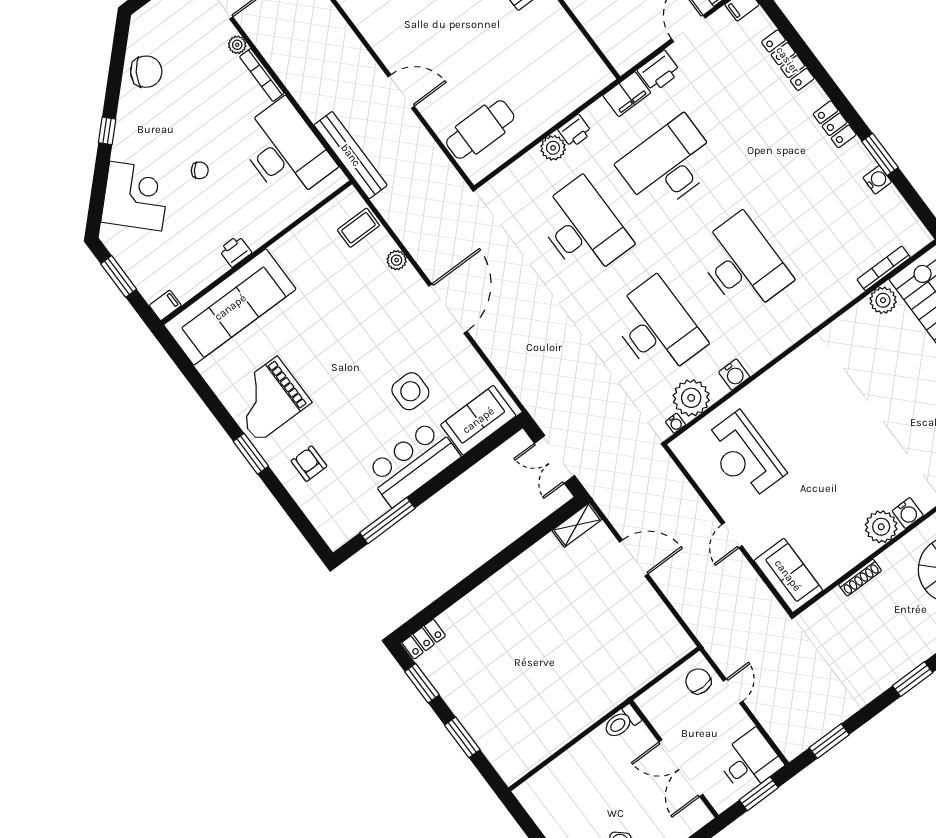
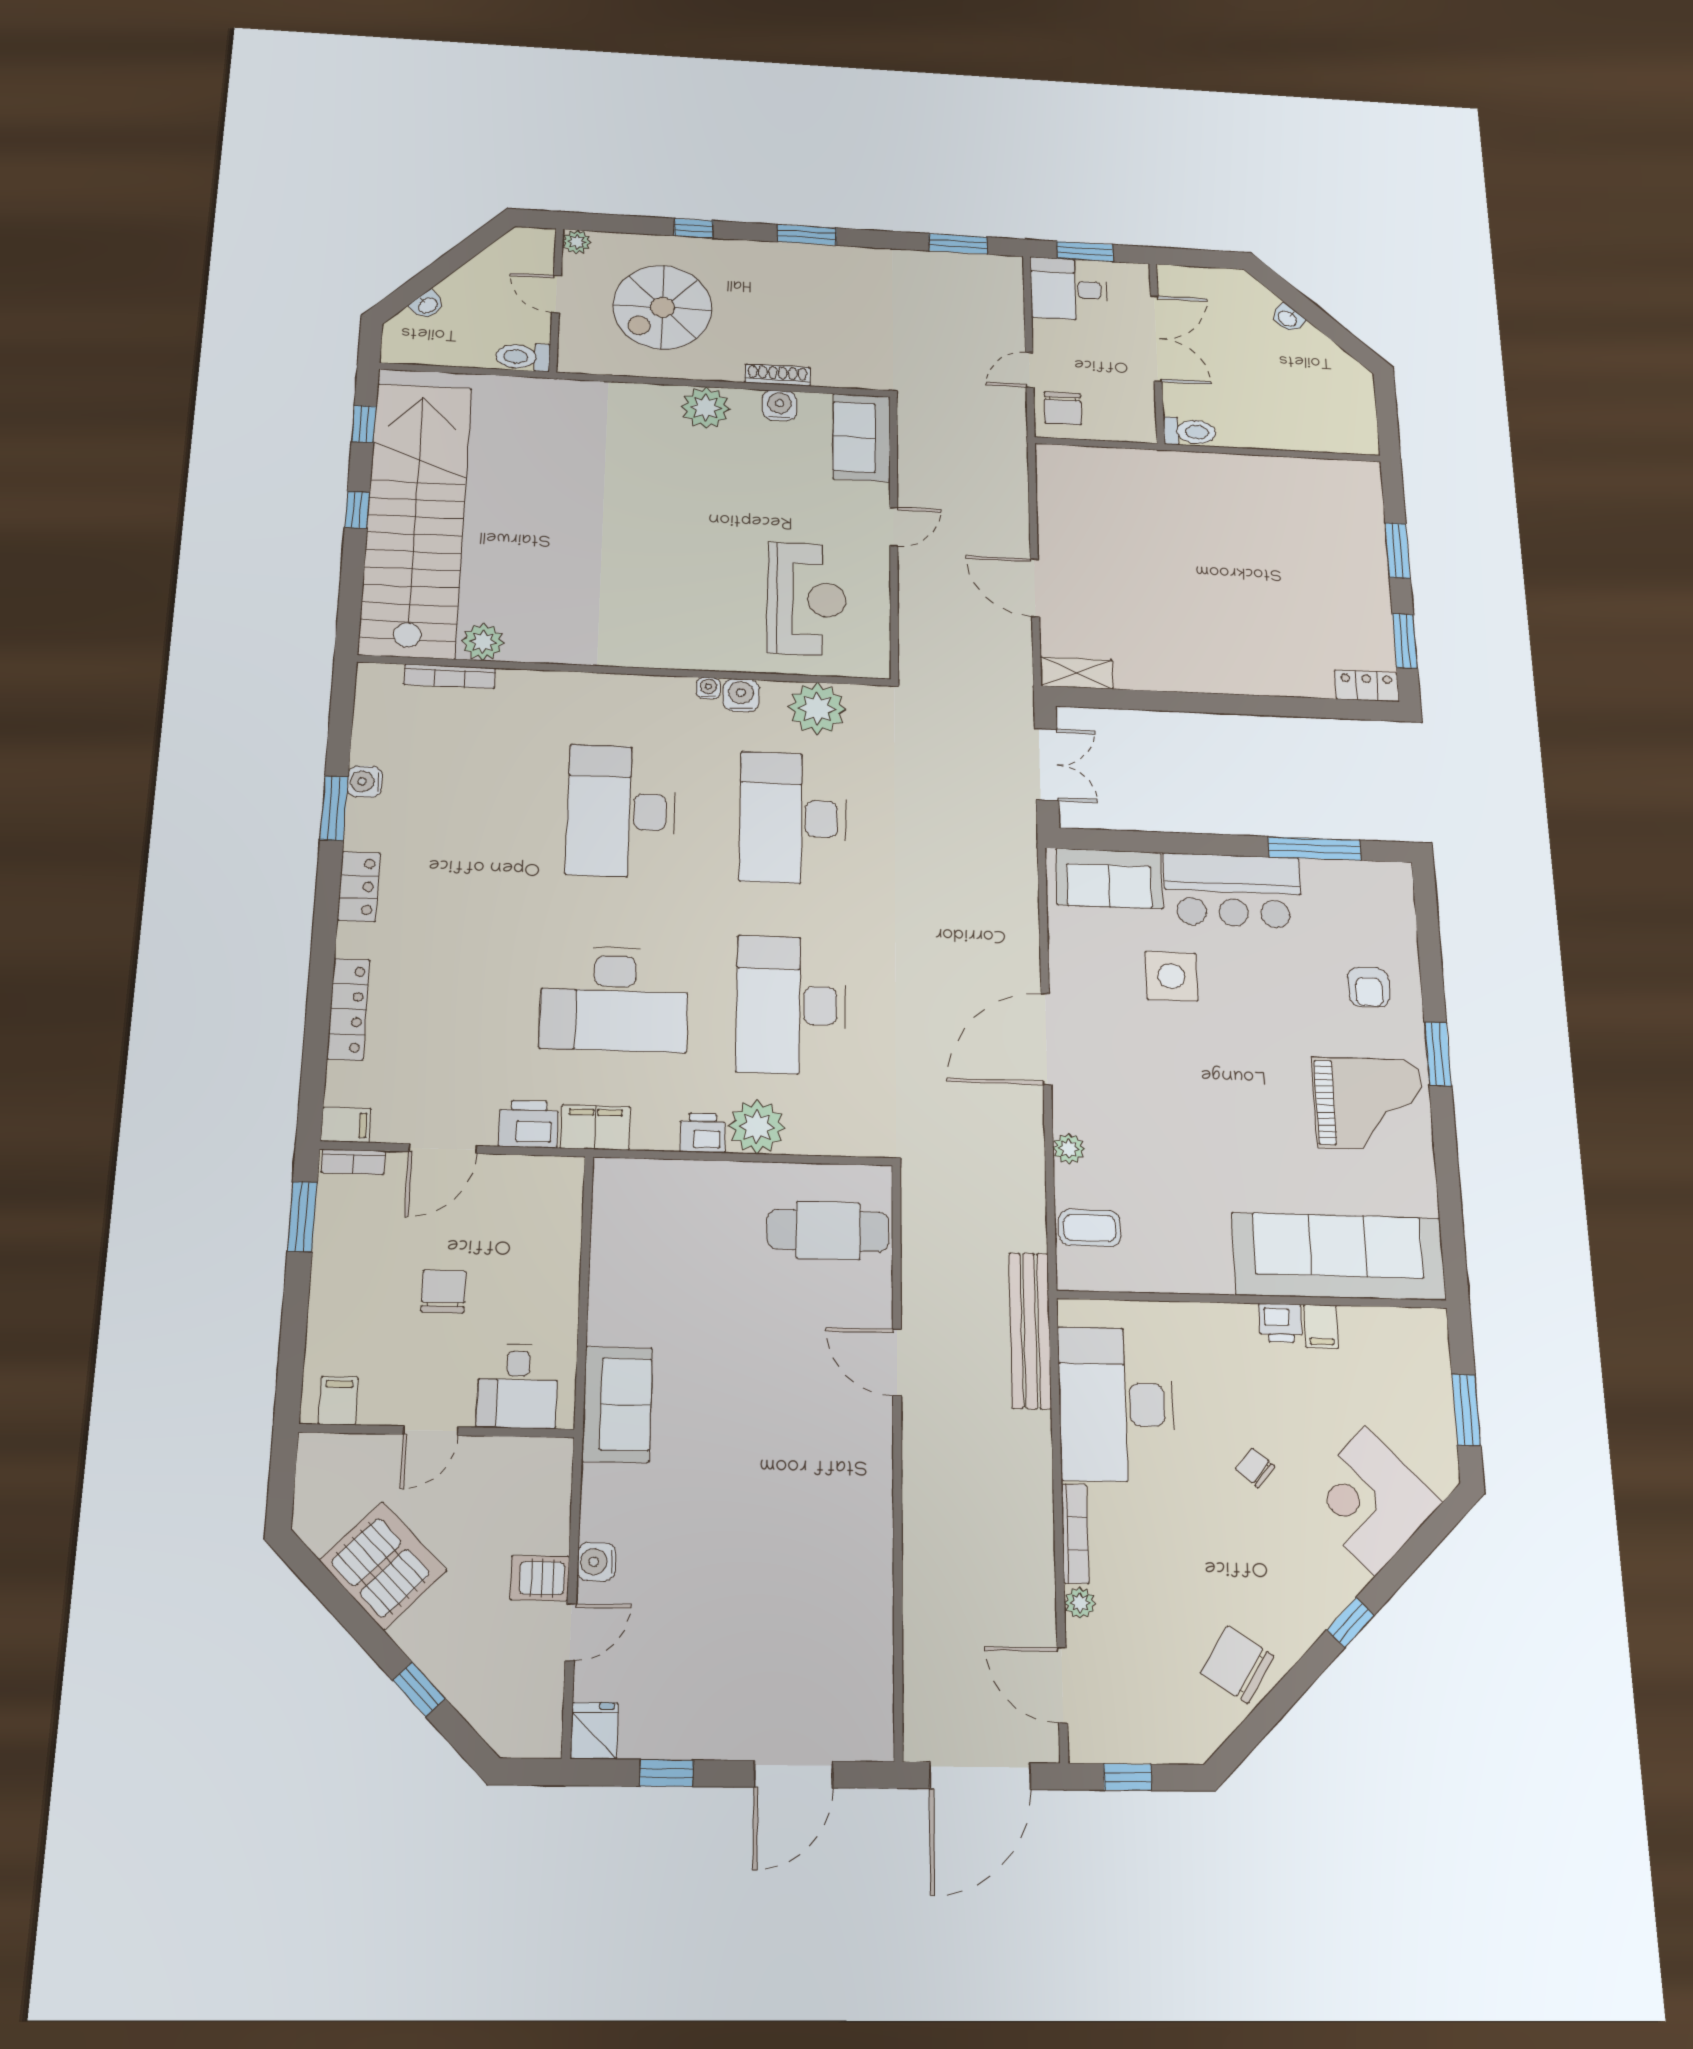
plant: (553, 148) -> (757, 1127), width x1.36, depth x1.36
filing cabinet: (165, 305) -> (1321, 1326), moved, turned -90
water cooler: (675, 423) -> (708, 688), moved
water cooler: (908, 513) -> (780, 405), moved

